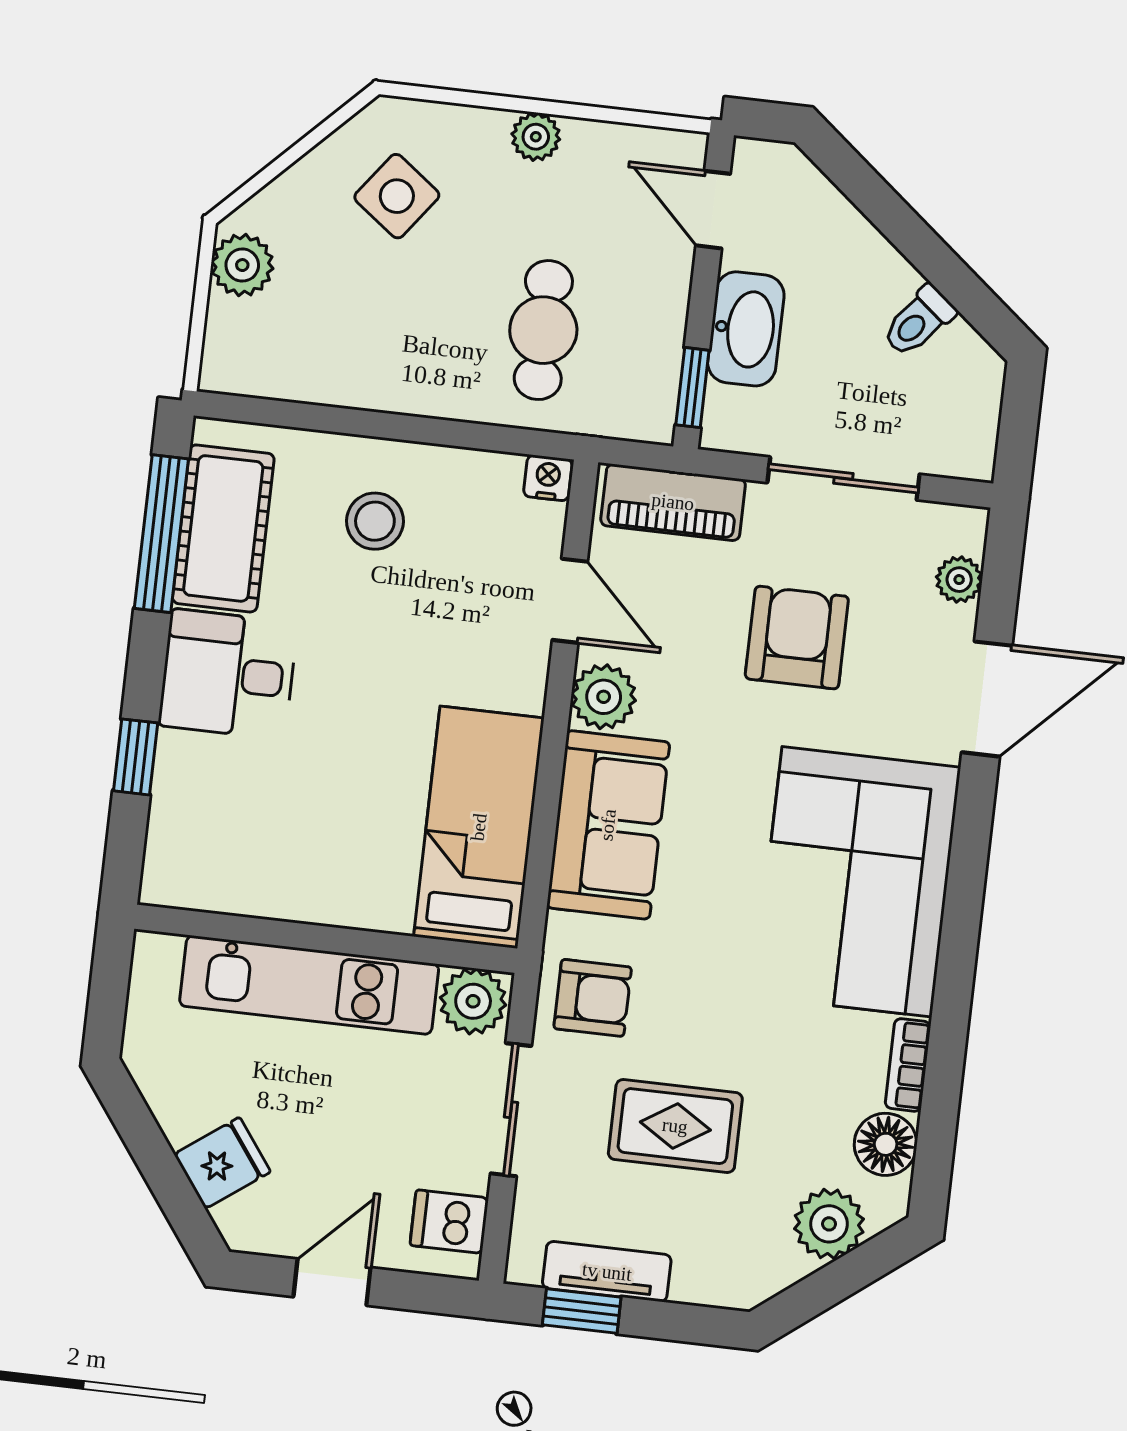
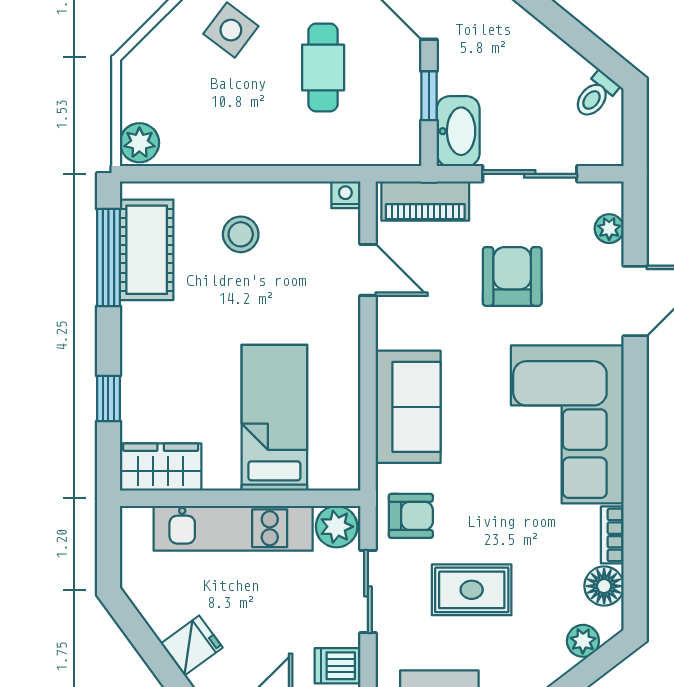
plant: (242, 265) -> (139, 143), moved
toilet: (919, 321) -> (596, 95), moved
washbasin: (746, 329) -> (458, 131), moved
cafe table: (543, 330) -> (323, 67), moved
window: (692, 388) -> (429, 96), moved
desk: (228, 674) -> (160, 340), removed
plant: (604, 697) -> (396, 327), removed
bed: (479, 827) -> (274, 418), moved
wardrobe: (206, 875) -> (161, 467), added
plant: (829, 1224) -> (583, 641), width x0.73, depth x0.73

